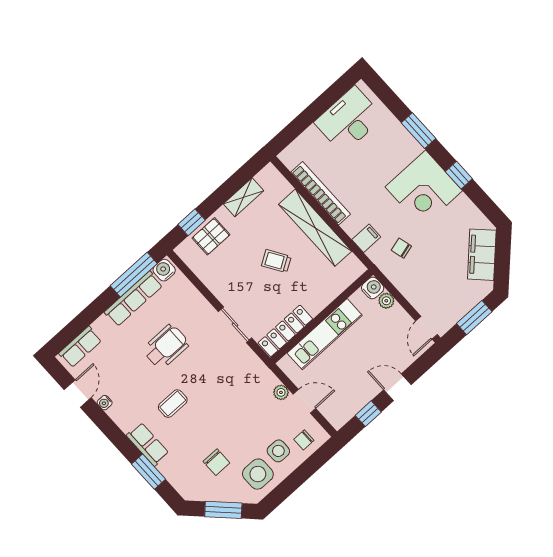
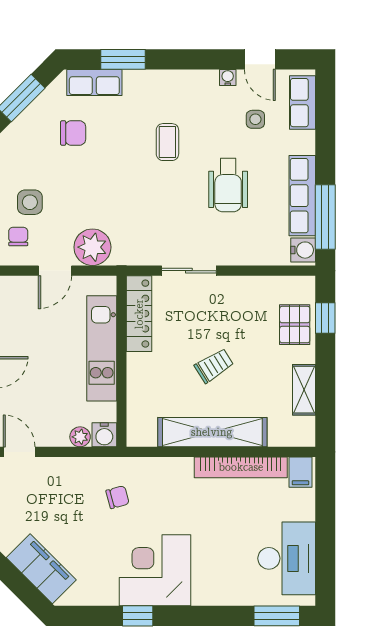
window: (418, 131) -> (277, 616), moved
filing cabinet: (366, 238) -> (300, 472), moved
plant: (281, 392) -> (92, 247), width x1.87, depth x1.87
row of seats: (148, 444) -> (94, 82), moved
chair: (216, 462) -> (73, 133), turned 180
side table: (258, 474) -> (255, 119), moved, width x0.54, depth x0.54

